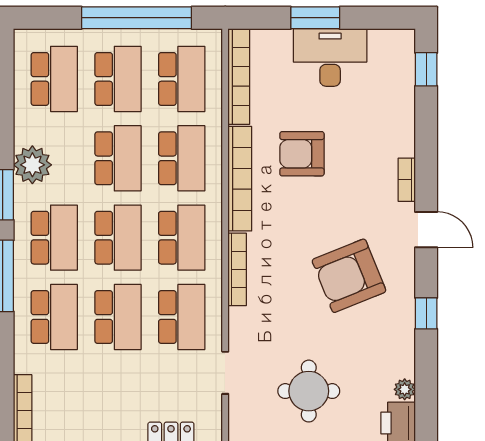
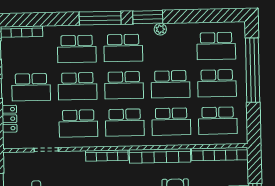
window: (137, 18) -> (253, 70), moved
plant: (32, 165) -> (160, 29), width x0.53, depth x0.53
school desk: (118, 396) -> (31, 87), added

